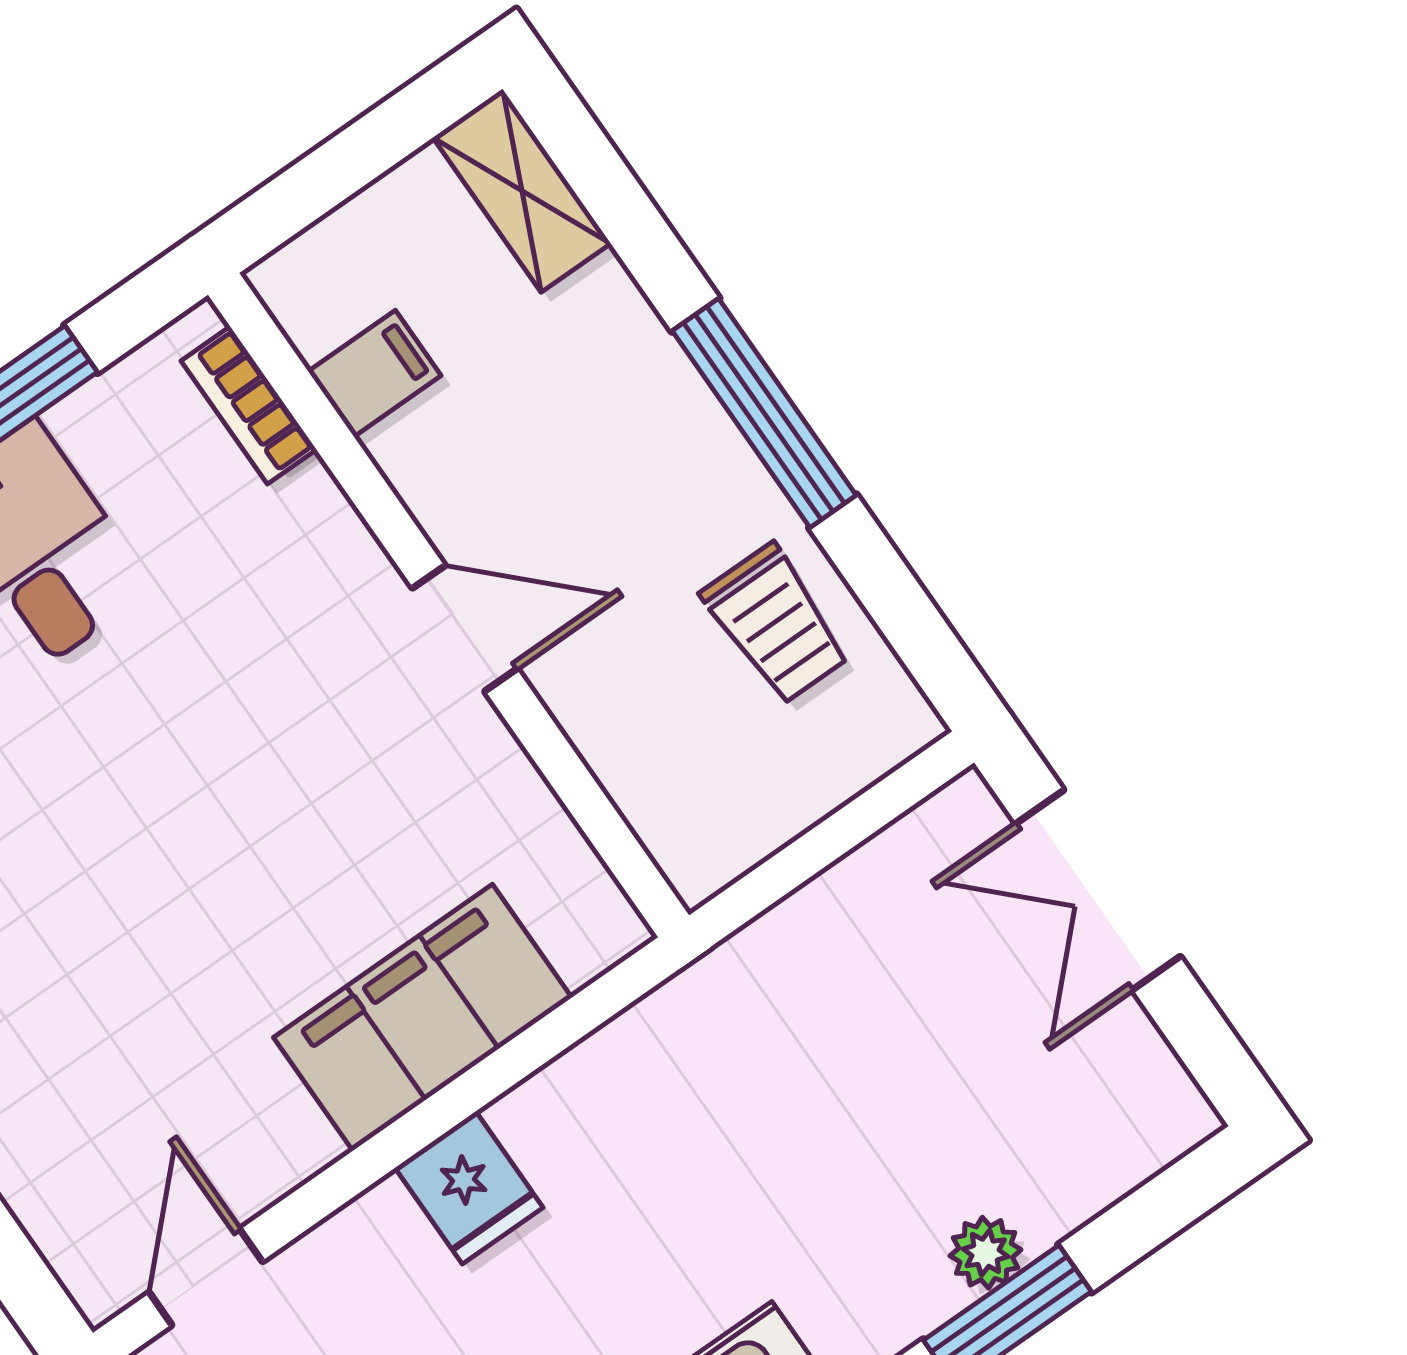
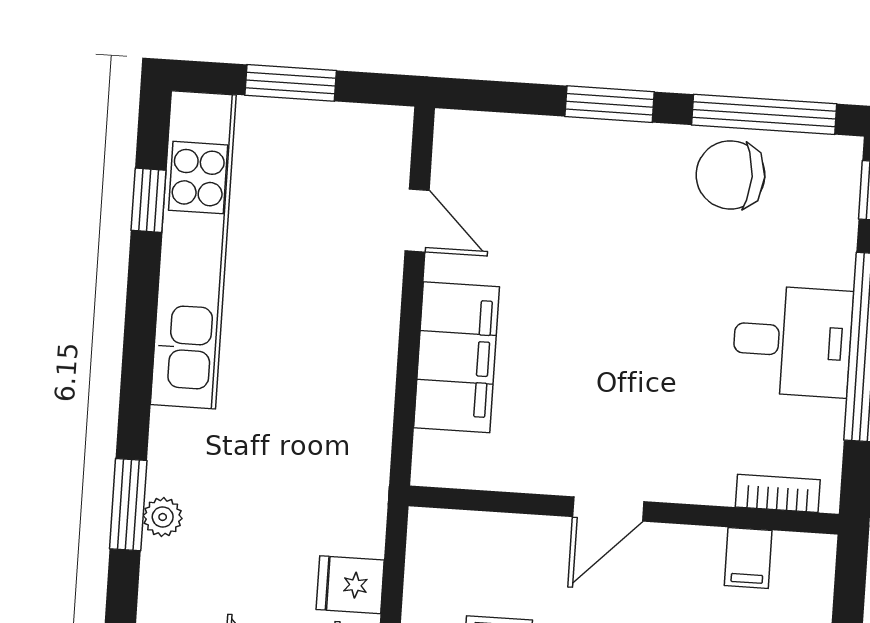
fridge: (469, 1188) -> (350, 585), moved
door: (206, 1277) -> (417, 220), moved

